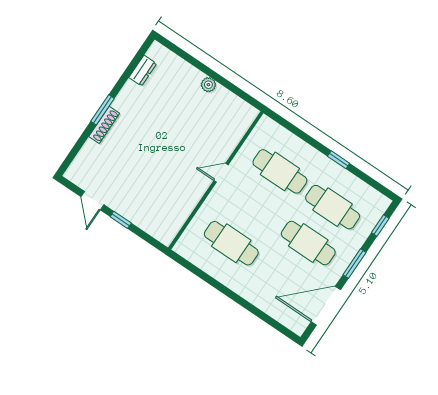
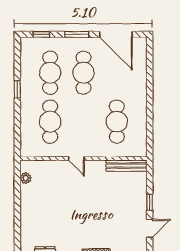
plant: (208, 85) -> (26, 178), moved
bench: (177, 221) -> (126, 166), added

